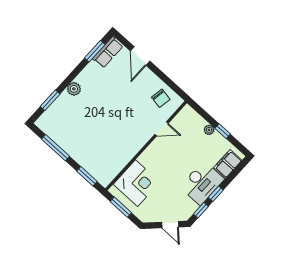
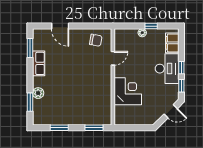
row of seats: (108, 52) -> (39, 63), moved
plant: (74, 89) -> (38, 93), moved
window: (55, 148) -> (59, 128), width x0.69
corner desk: (137, 183) -> (128, 91), moved
window: (121, 207) -> (131, 128), removed

